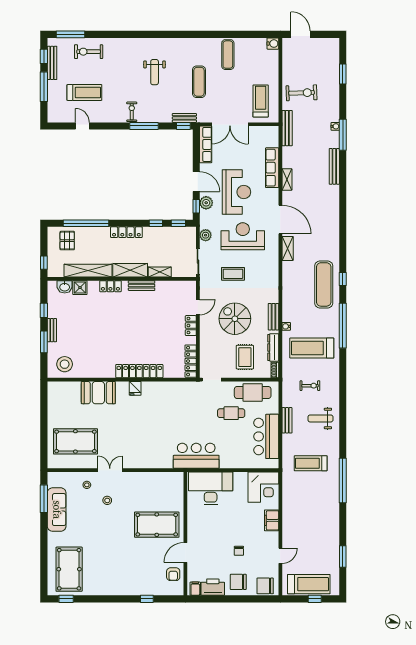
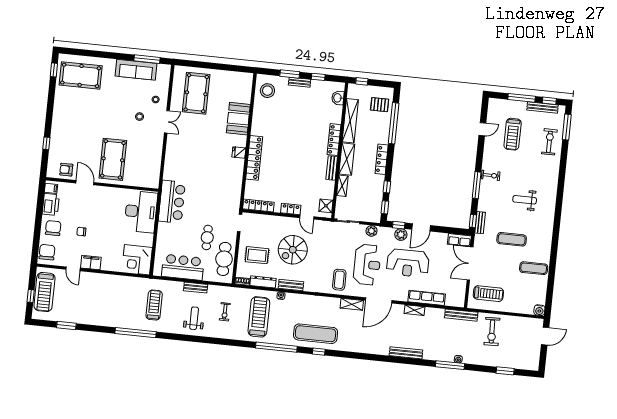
row of seats: (206, 144) -> (459, 240), width x0.68
bench: (334, 166) -> (406, 353), moved
coffee table: (233, 274) -> (339, 280), moved
locker: (110, 286) -> (334, 140), width x1.53
shower: (80, 288) -> (326, 206), moved
spiral stairs: (235, 319) -> (293, 250), turned 180
filing cabinet: (272, 520) -> (91, 263), moved

